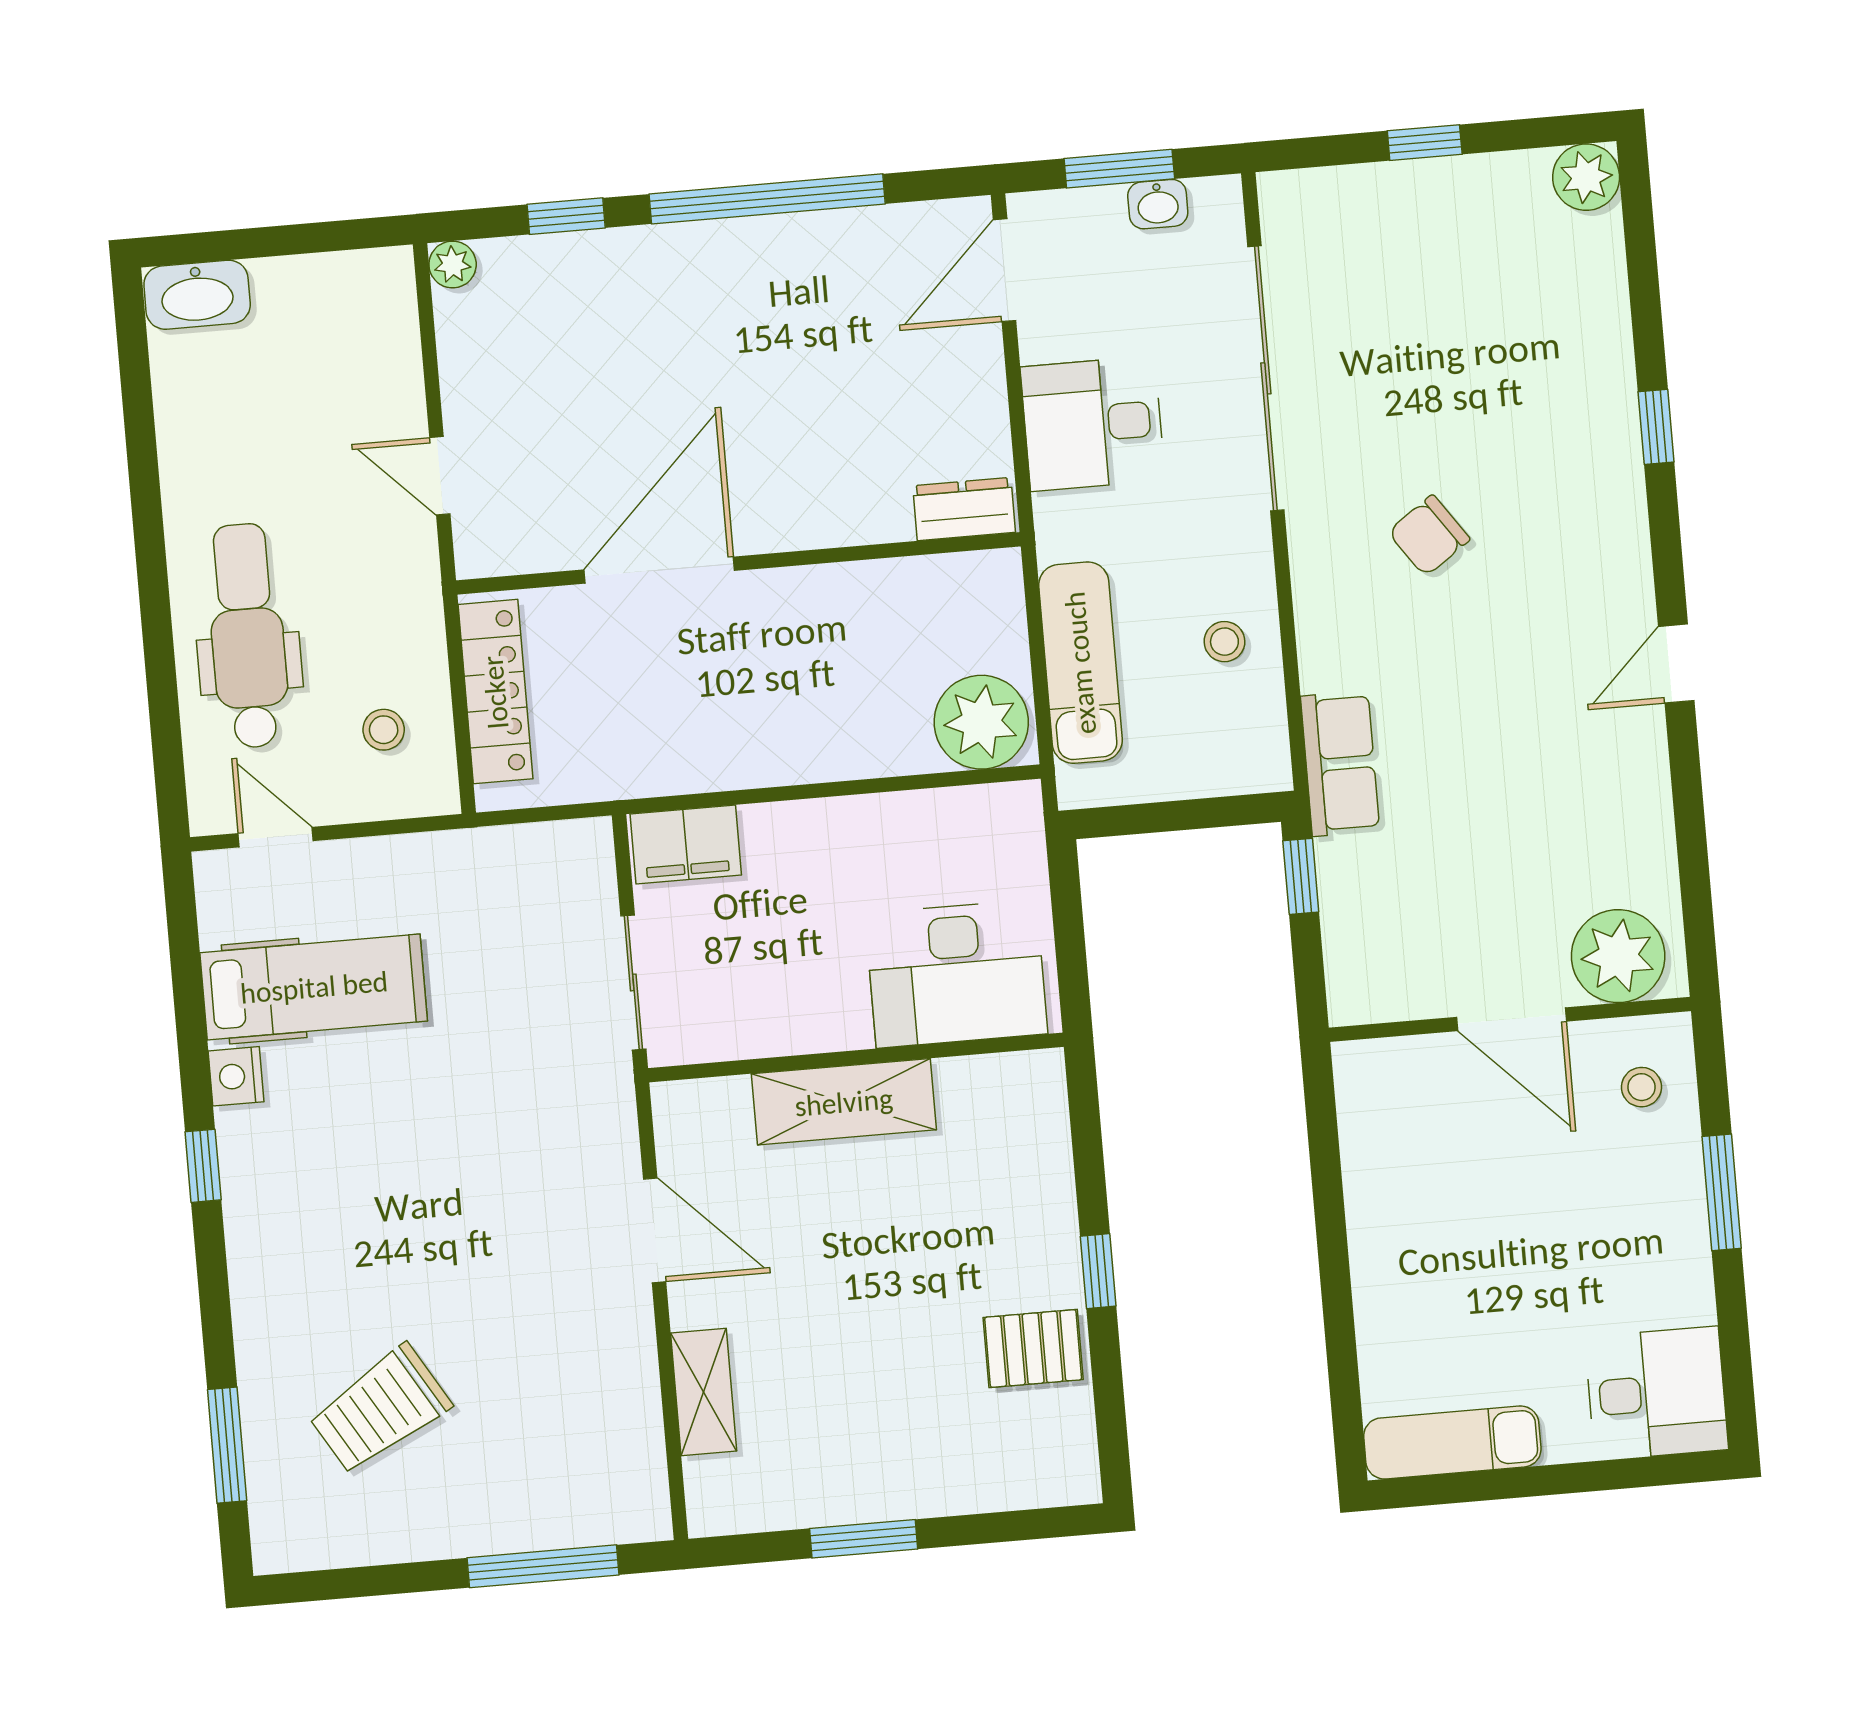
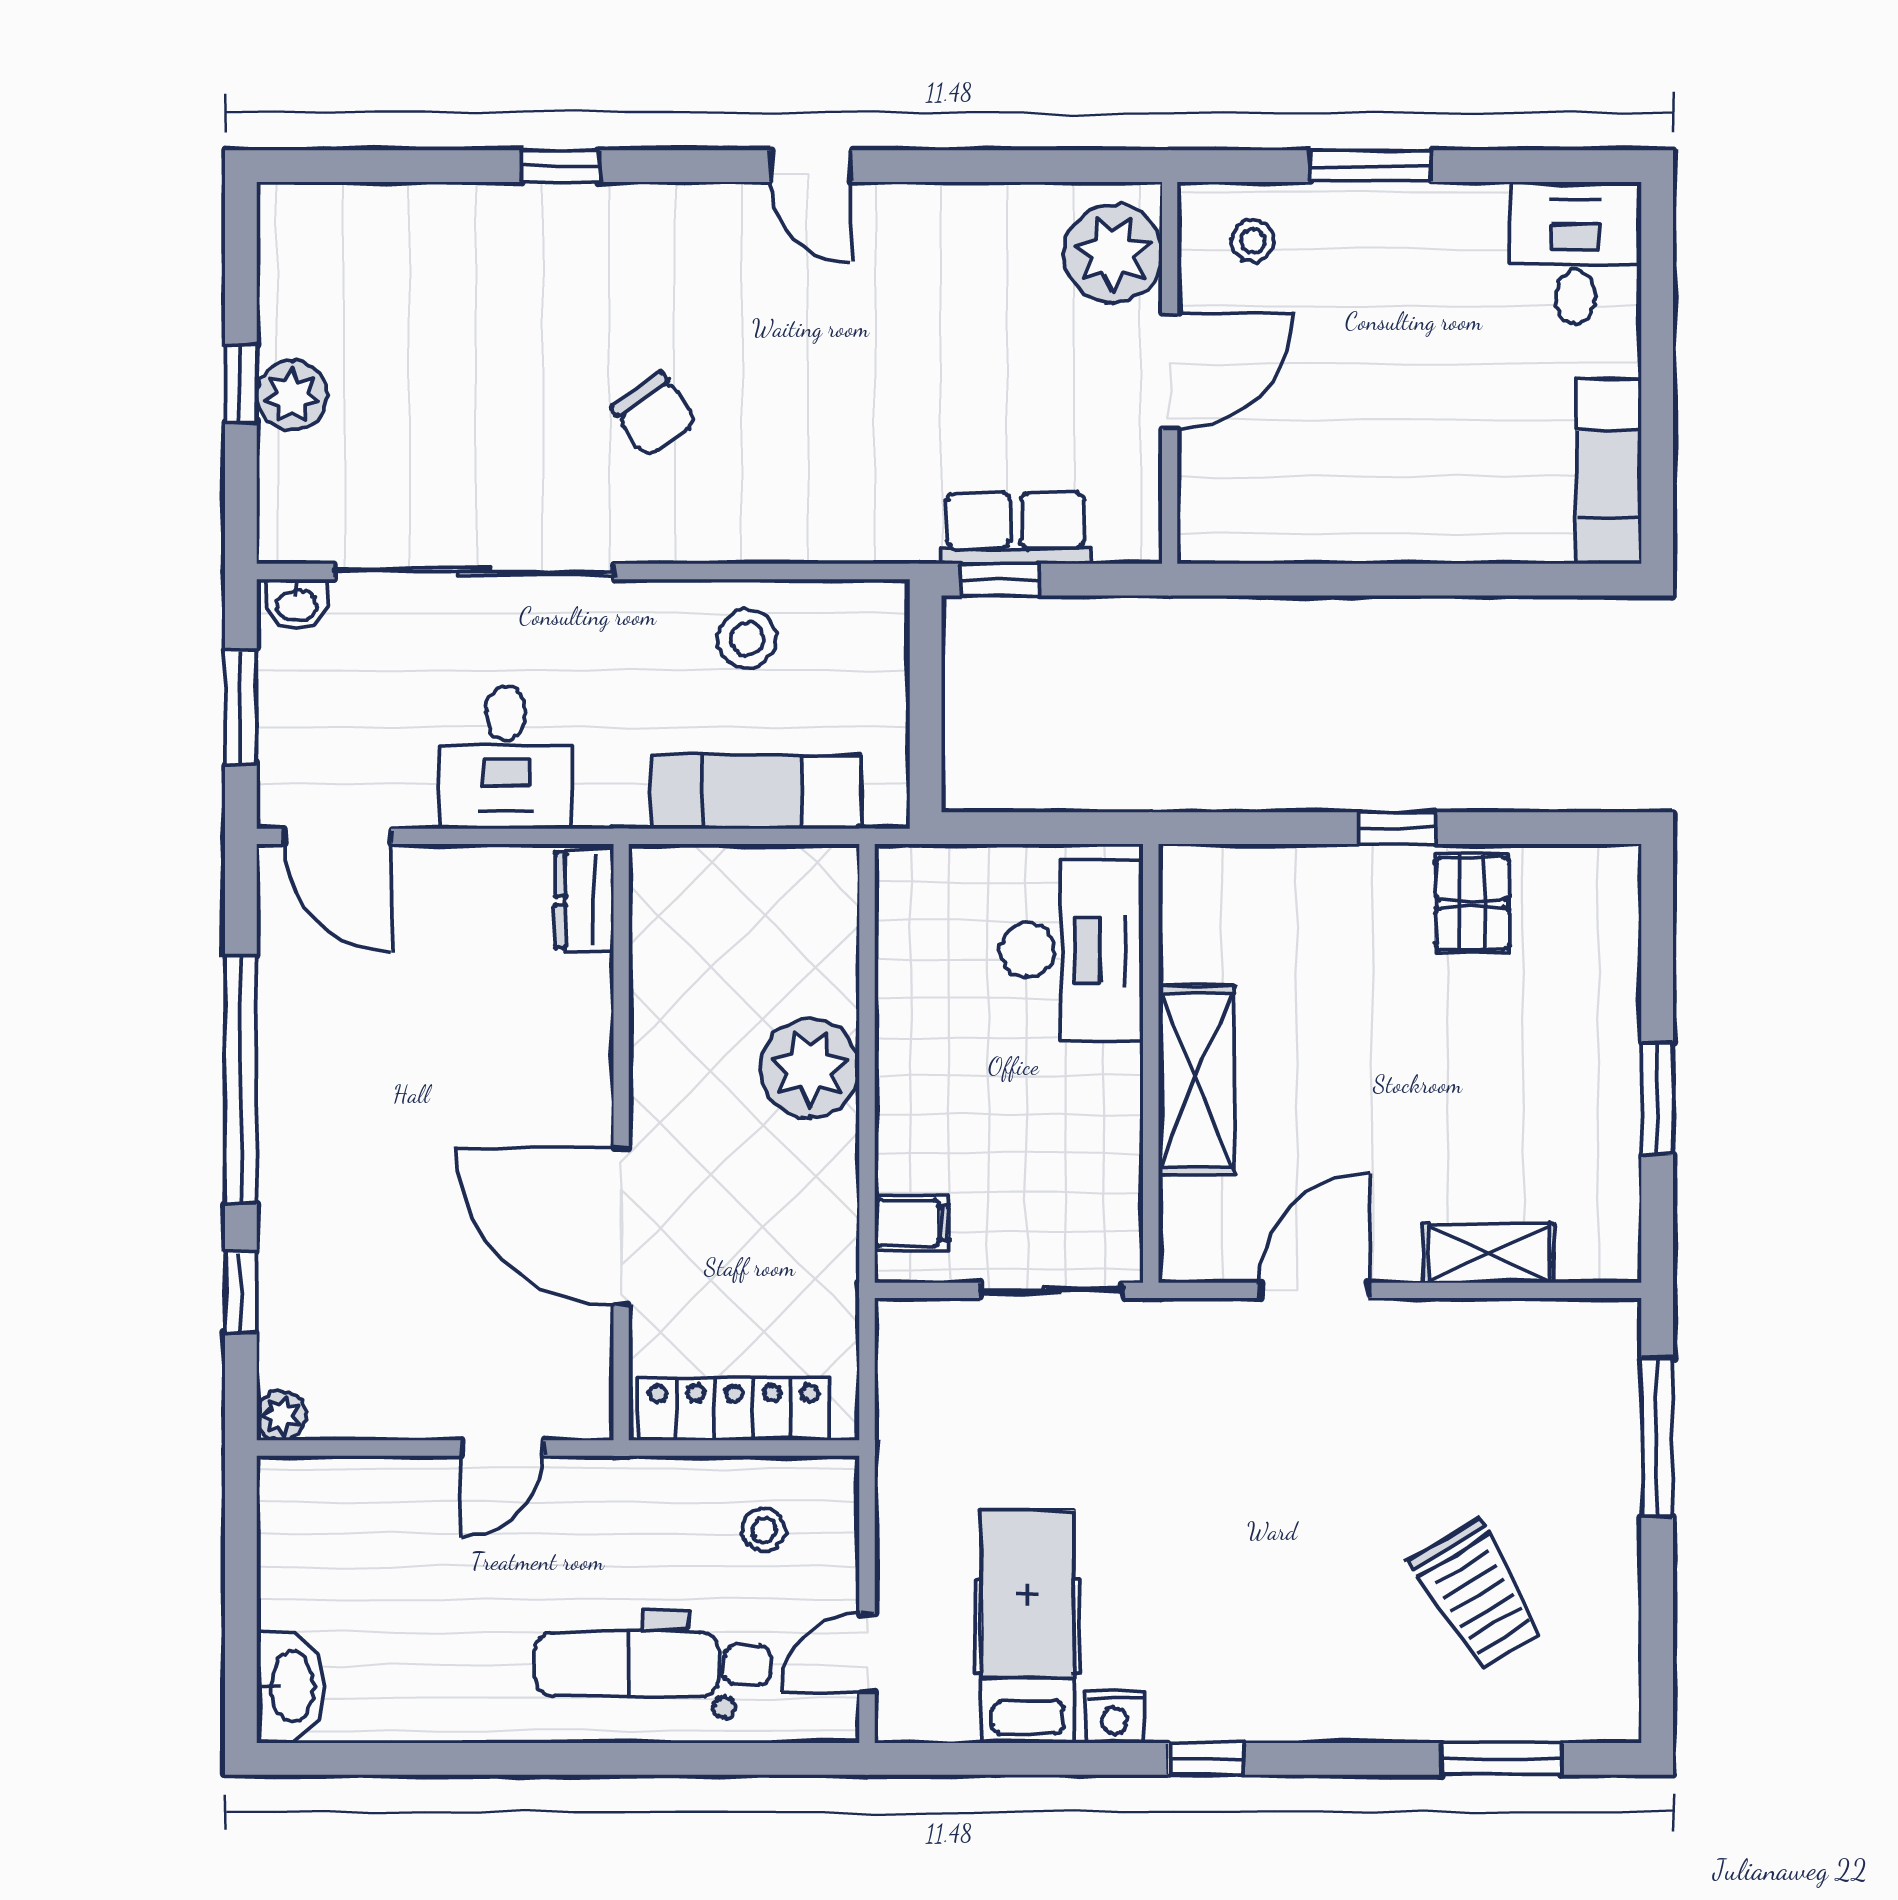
plant: (1586, 177) -> (292, 396), moved
washbasin: (1158, 204) -> (297, 604), moved, turned 90
stool: (1224, 642) -> (747, 639), width x1.37, depth x1.37
plant: (981, 722) -> (810, 1068), moved
row of seats: (1340, 764) -> (1016, 528), moved
filing cabinet: (686, 845) -> (912, 1223), width x0.50

